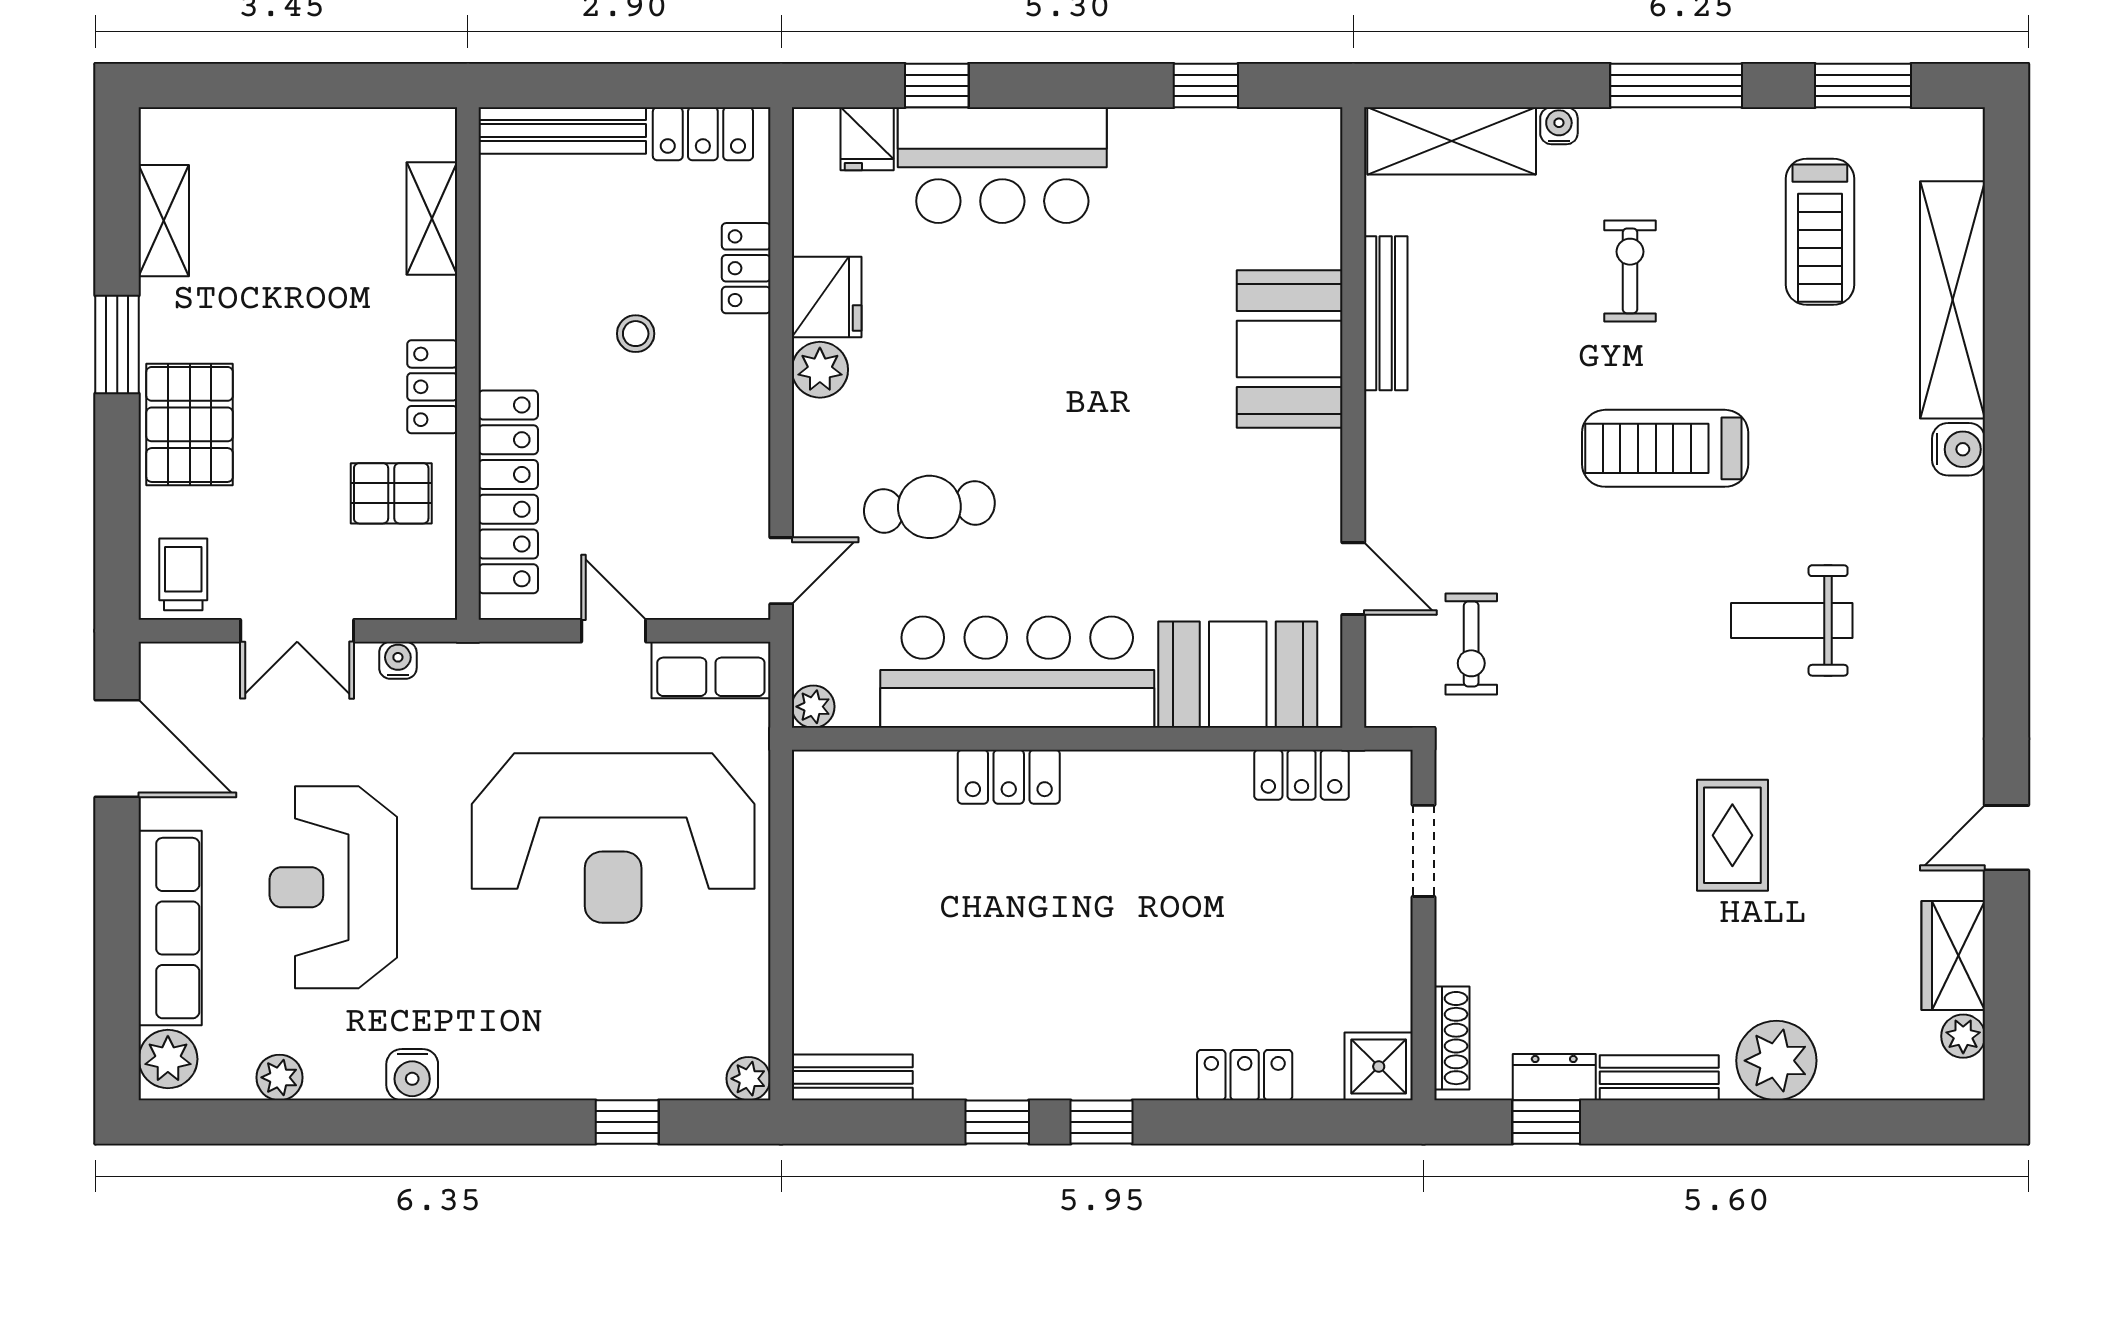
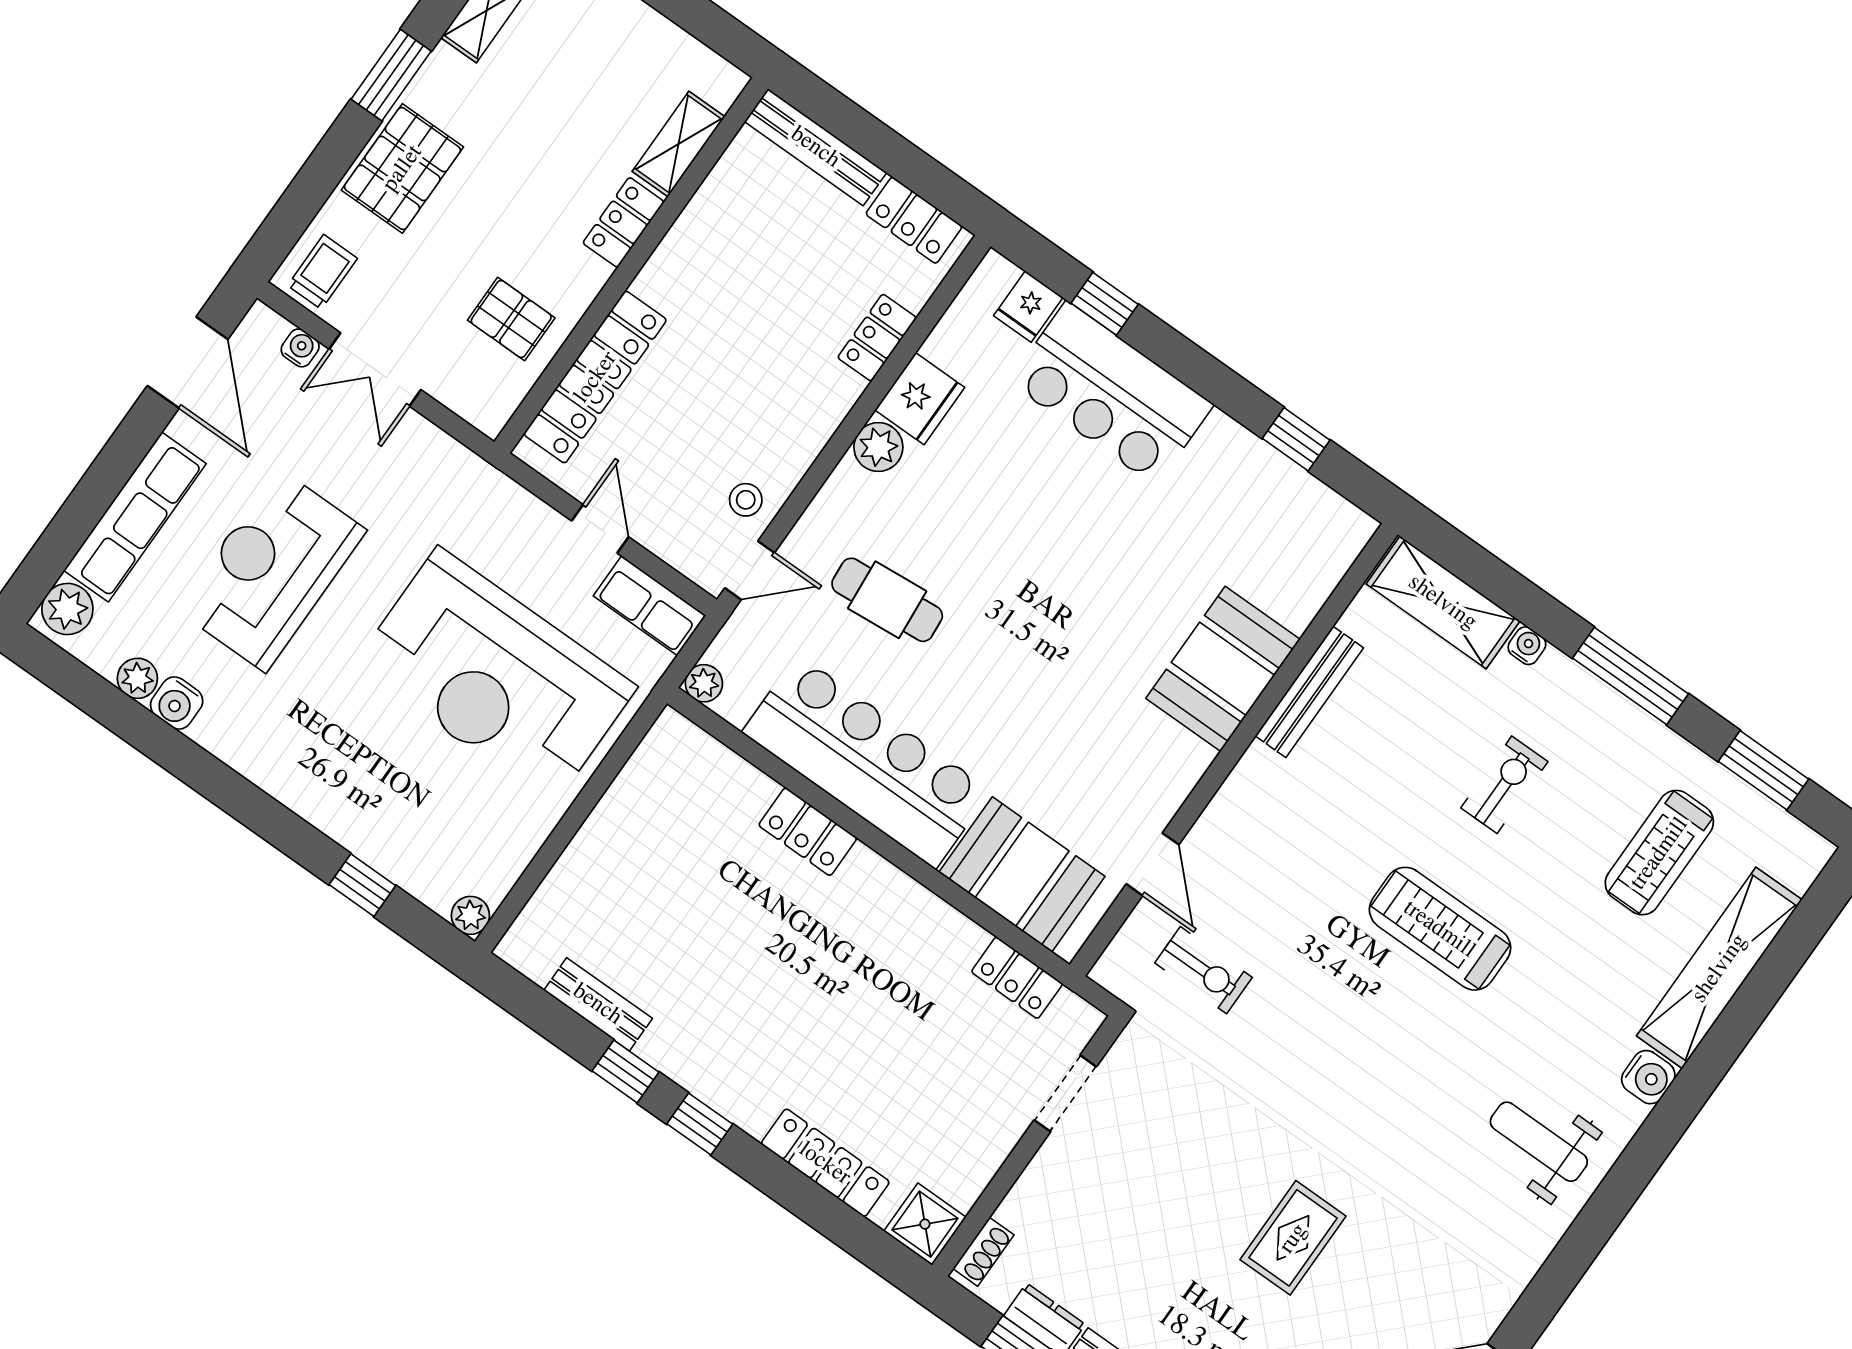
stool: (636, 334) -> (746, 500), moved
locker: (432, 387) -> (623, 222), moved
weight bench: (1792, 620) -> (1539, 1142), moved
exercise bike: (1471, 644) -> (1204, 970), turned -90
water cooler: (398, 660) -> (300, 348), moved
shoe rack: (1452, 1038) -> (983, 1252), width x0.70
water cooler: (412, 1075) -> (177, 703), moved
locker: (1245, 1075) -> (825, 1163), width x1.53
bench: (852, 1077) -> (598, 1004), moved

